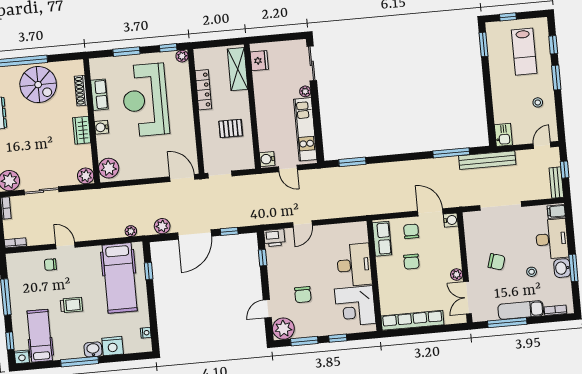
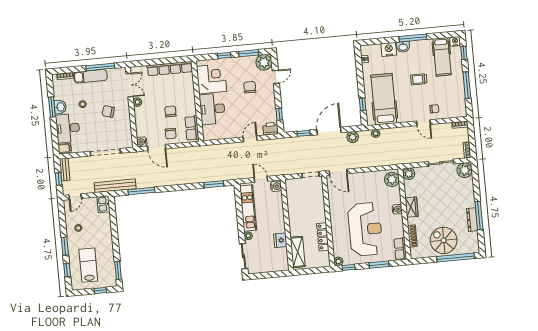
fridge: (259, 61) -> (280, 240), moved
row of seats: (99, 95) -> (400, 249), moved
pallet: (231, 128) -> (303, 209), removed

